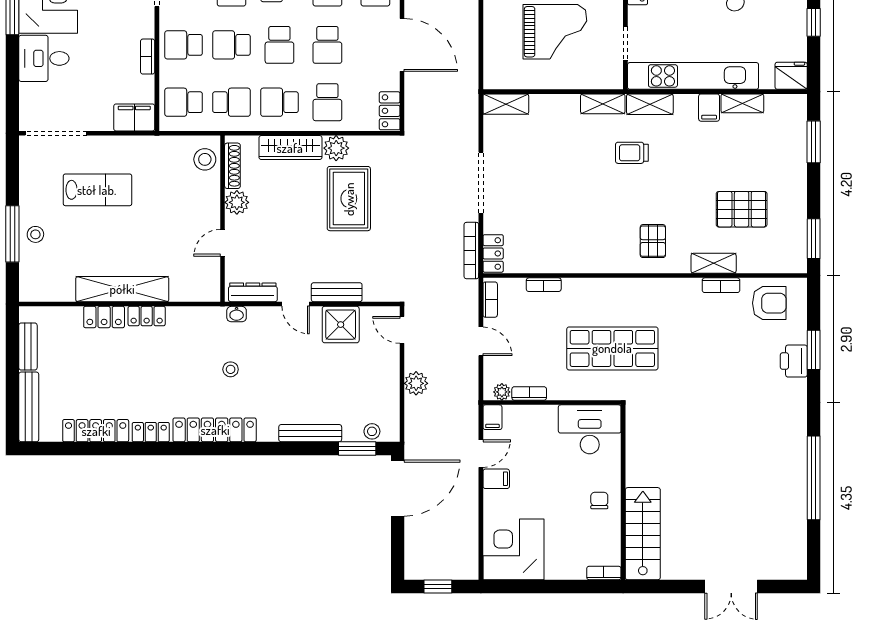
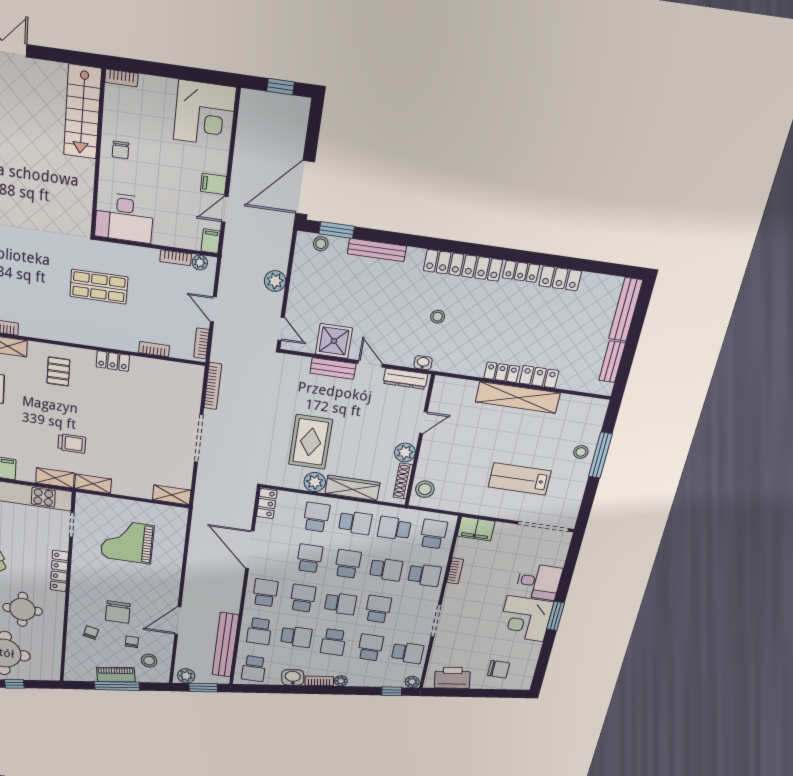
school desk: (184, 102) -> (433, 534), turned -90
locker: (493, 253) -> (113, 361), moved, turned -90
shop shelf: (612, 348) -> (99, 287), width x0.70, depth x0.74
locker: (96, 431) -> (560, 278), width x0.66

